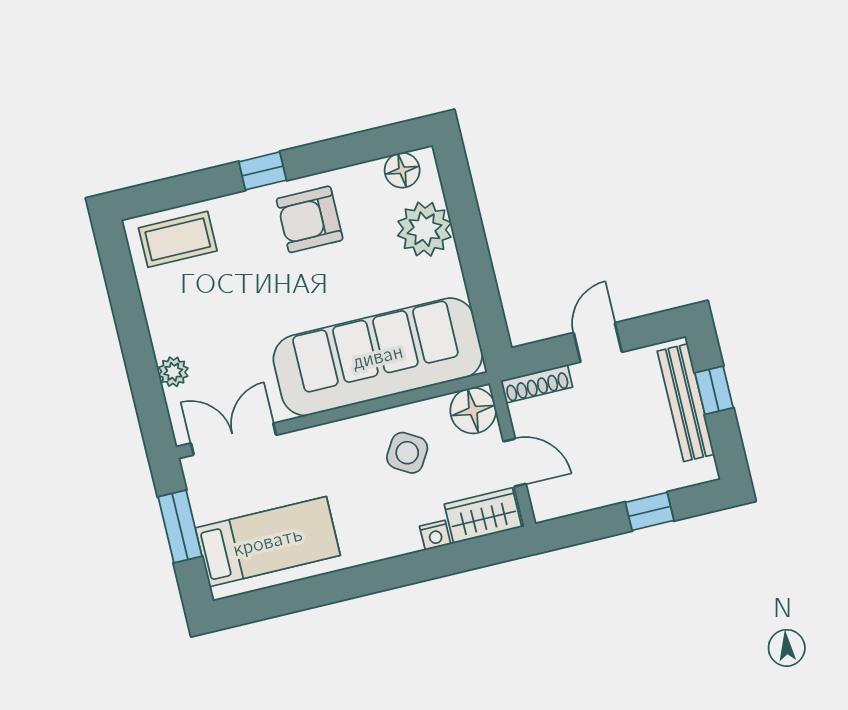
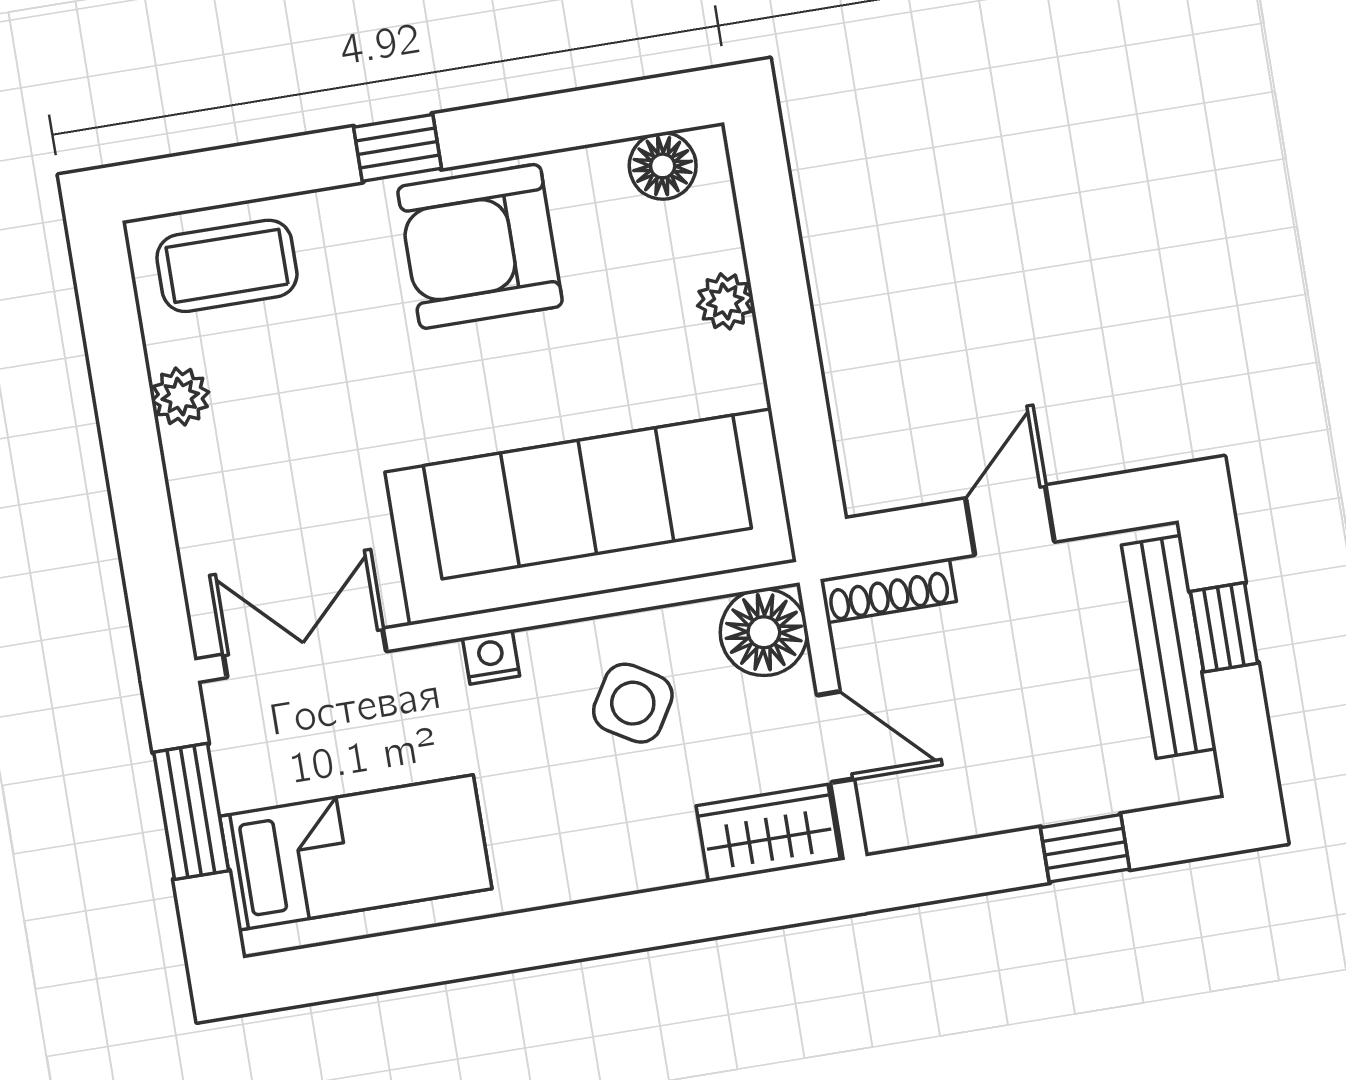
armchair: (310, 219) -> (480, 246), width x1.36, depth x1.36
plant: (425, 229) -> (725, 301), width x0.53, depth x0.53
plant: (173, 372) -> (180, 396), moved
nightstand: (435, 535) -> (491, 657), moved, turned 180

